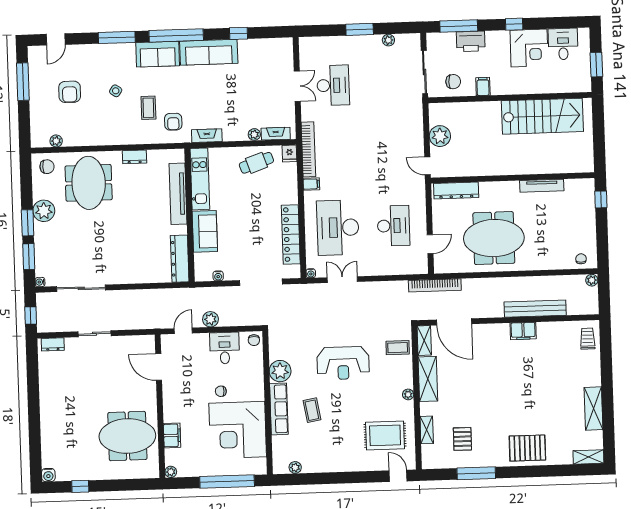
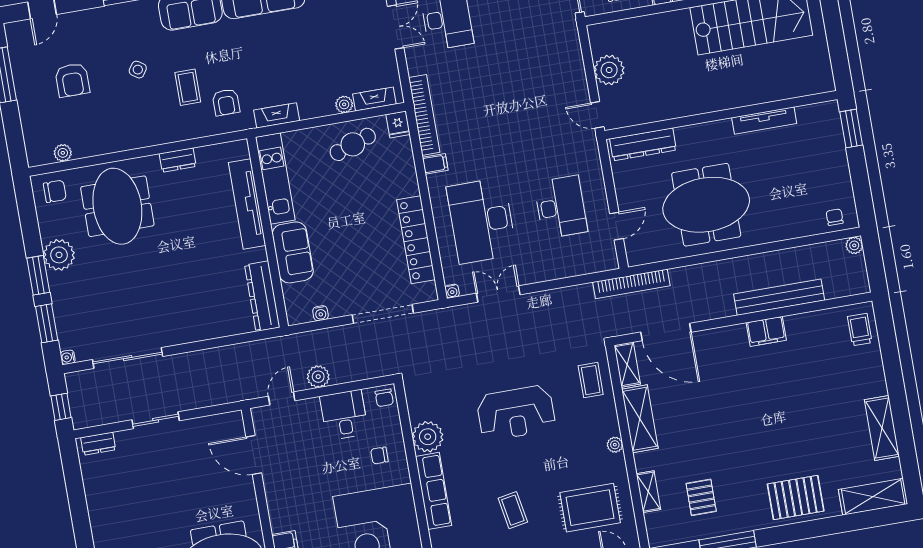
window: (601, 199) -> (851, 128), width x1.50
coffee table: (398, 348) -> (591, 380), turned 90
chair: (221, 391) -> (379, 455), moved
coffee table: (312, 410) -> (513, 510), moved
shelving: (588, 457) -> (873, 497), width x1.50, depth x1.33

